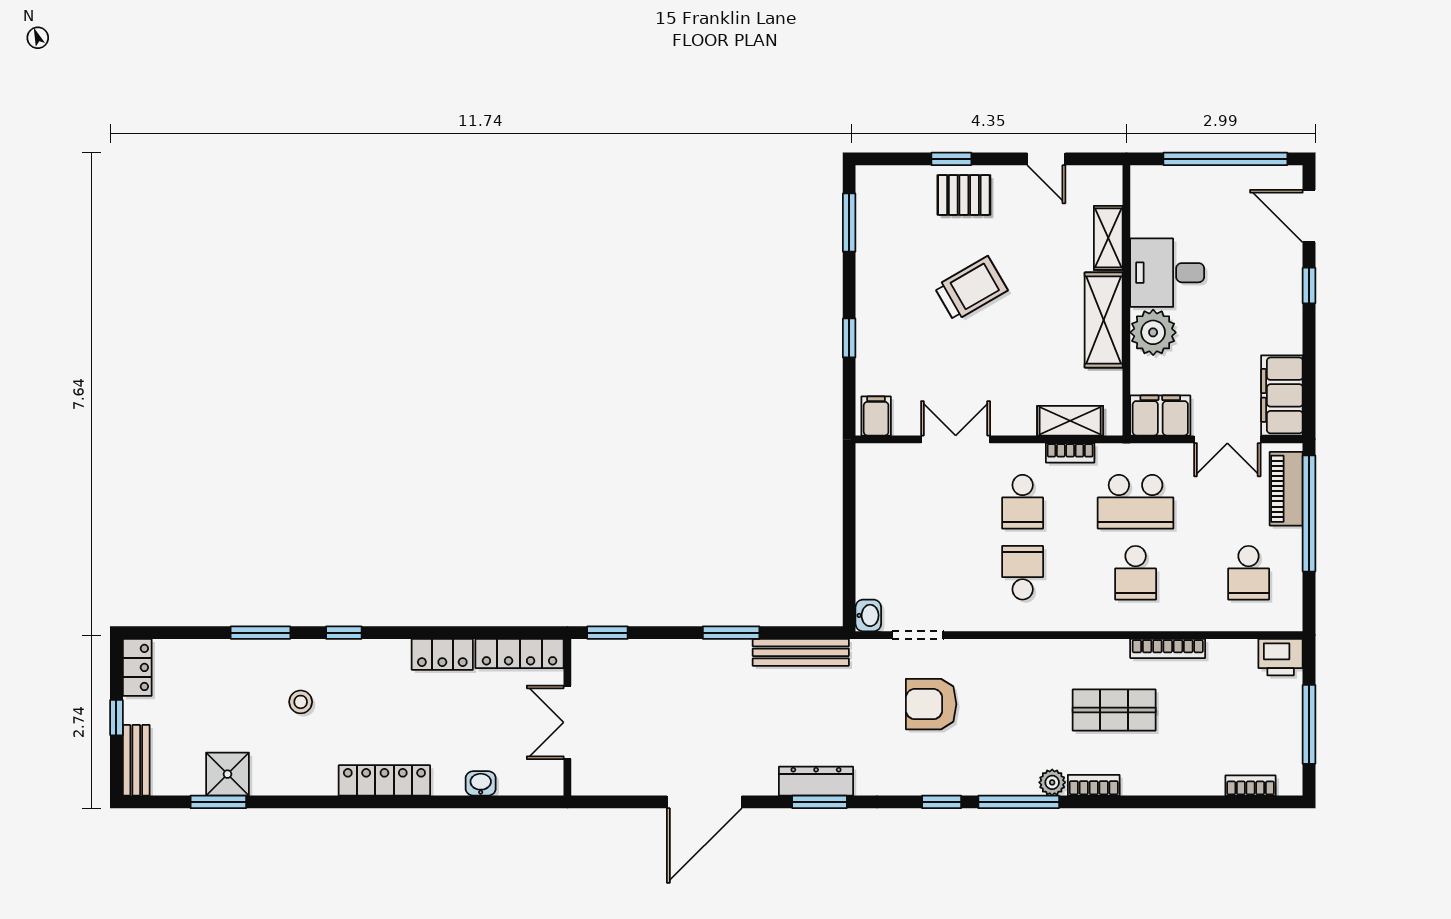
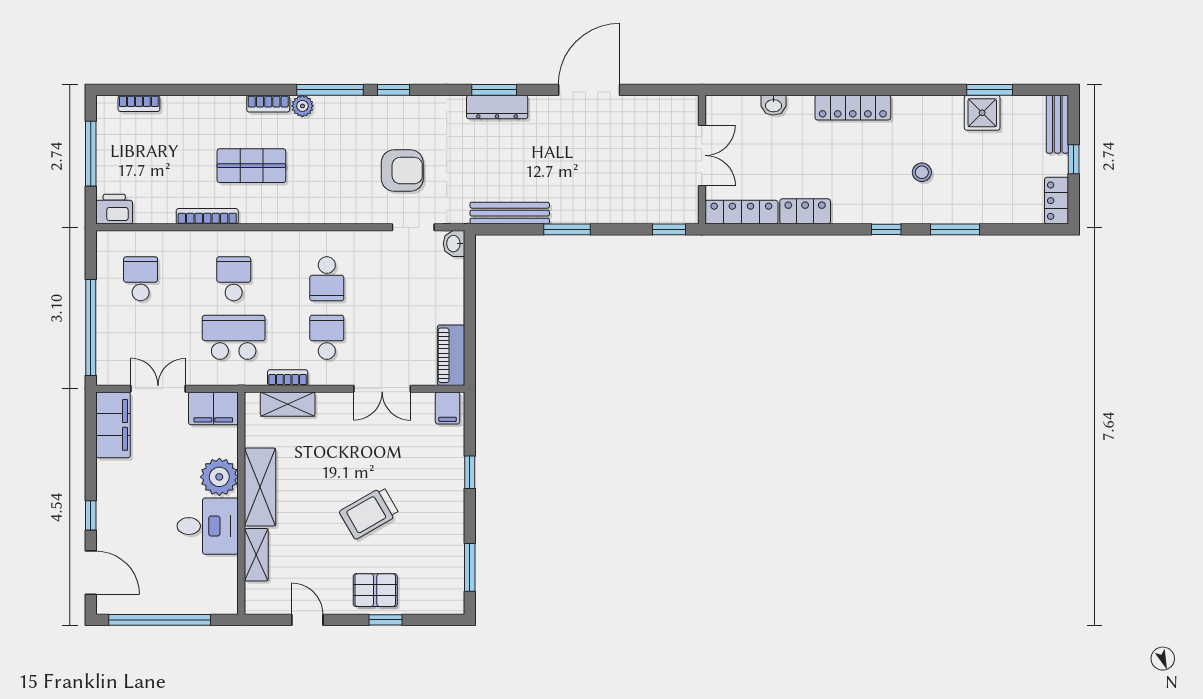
piano: (1286, 489) -> (451, 355), moved, turned 180

